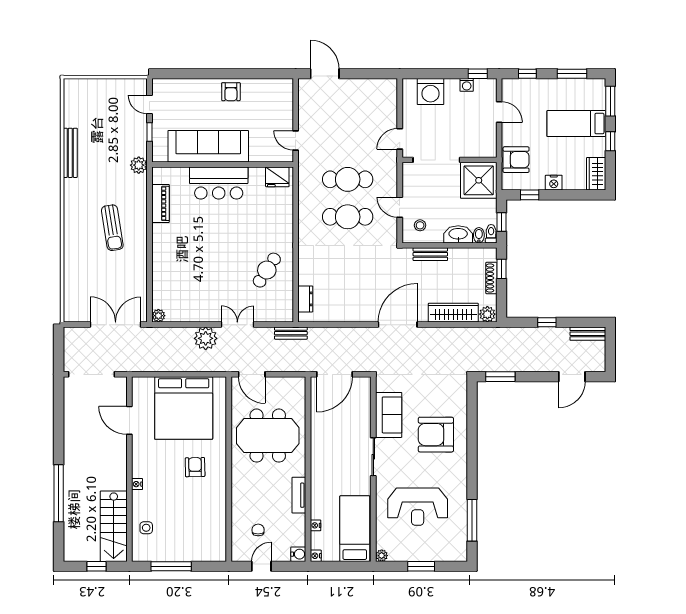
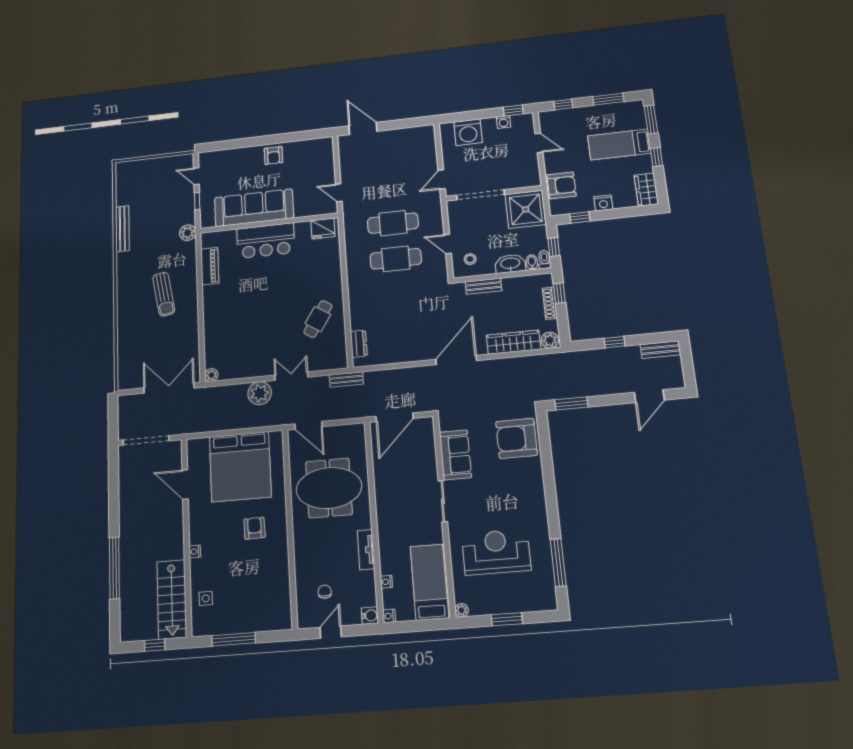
armchair: (436, 435) -> (516, 438), moved
reception desk: (418, 507) -> (496, 552), turned 180

